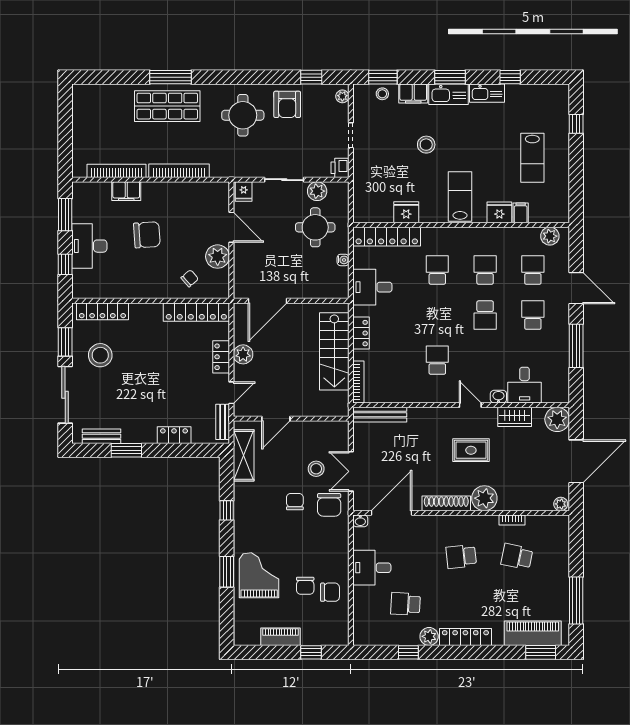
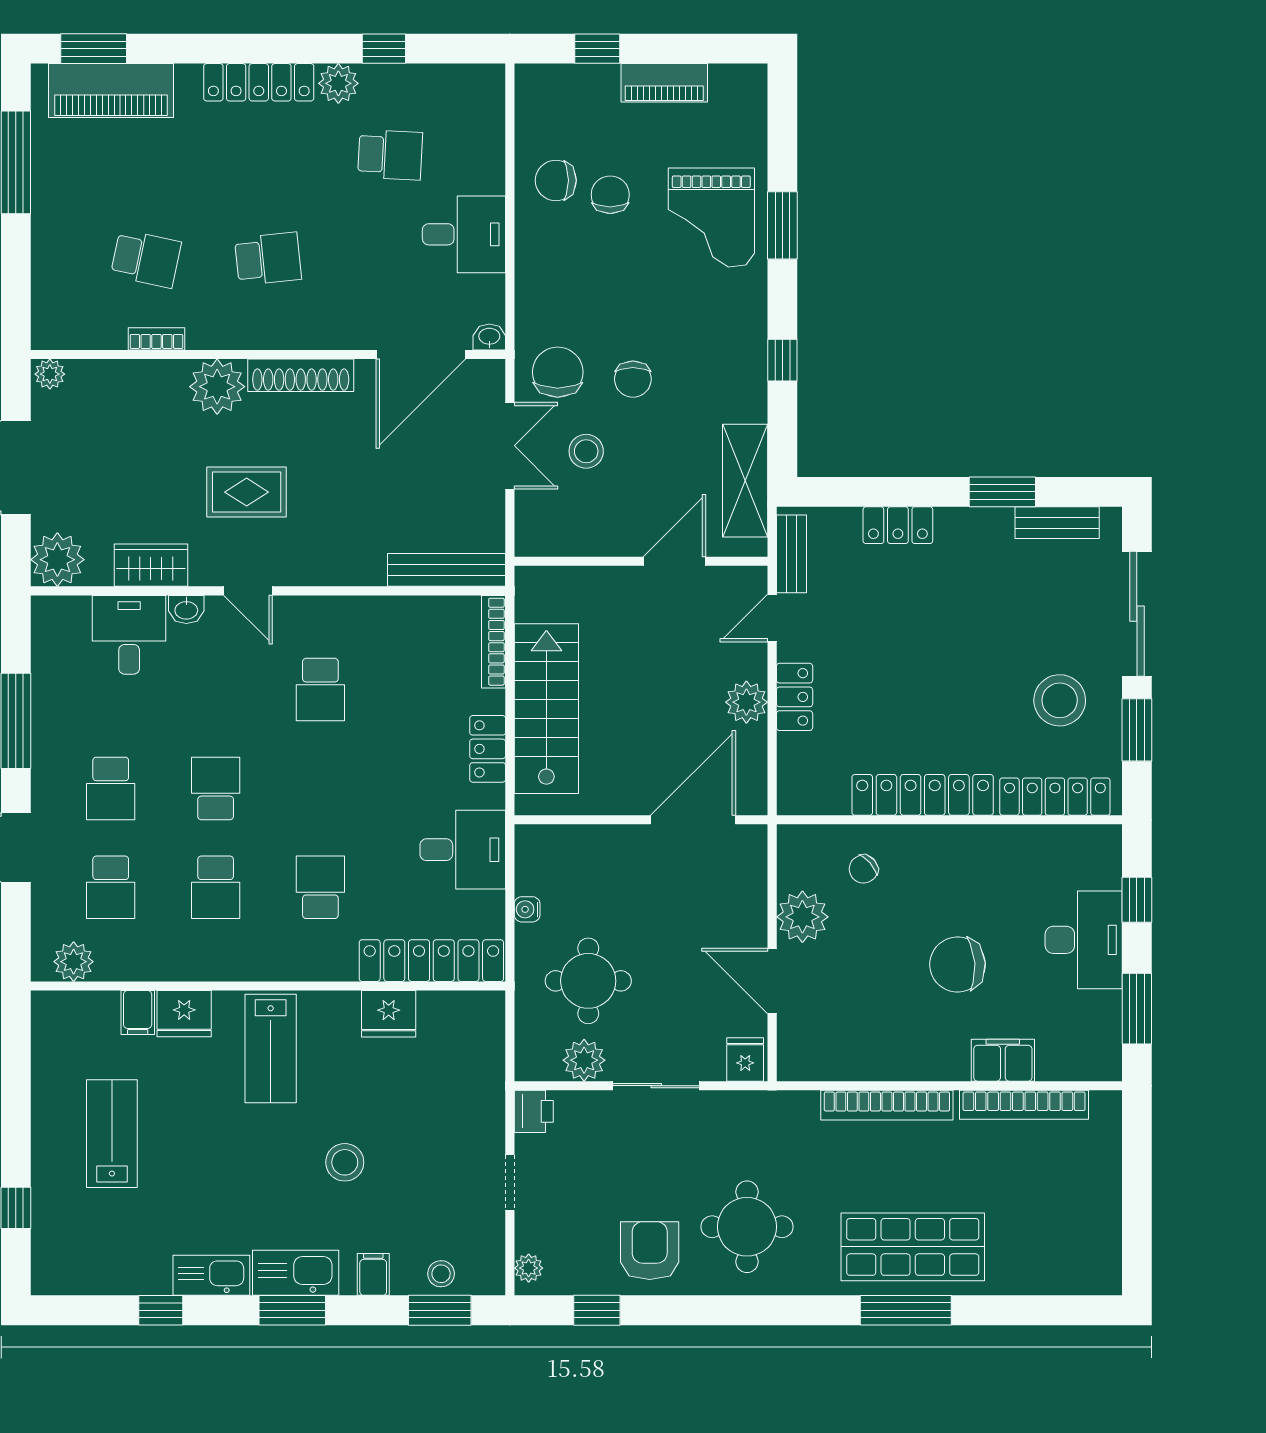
filing cabinet: (413, 94) -> (373, 1274), width x0.50
school desk: (437, 270) -> (320, 887), turned 180
locker: (196, 312) -> (923, 795), moved

